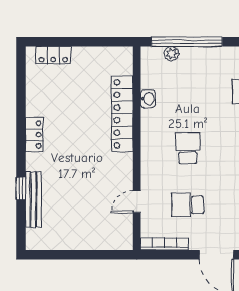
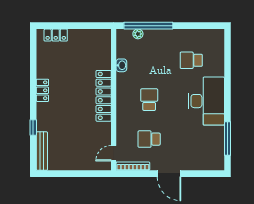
locker: (122, 114) -> (104, 96), moved
bench: (33, 199) -> (42, 151), moved
door: (137, 202) -> (114, 153), moved

